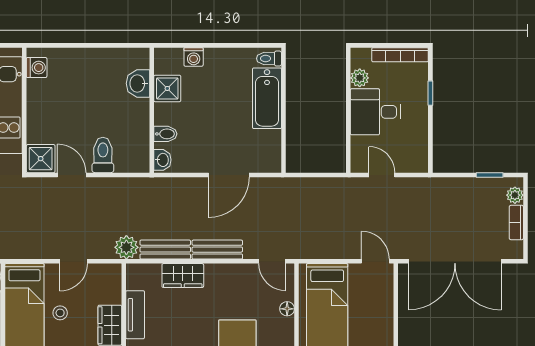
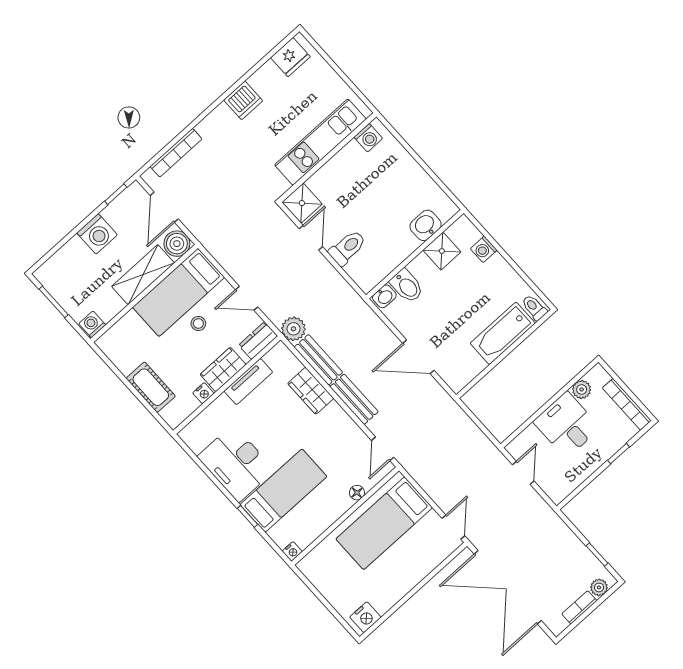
bidet: (165, 134) -> (407, 286), width x1.38, depth x1.36
dresser: (112, 281) -> (258, 341), added

